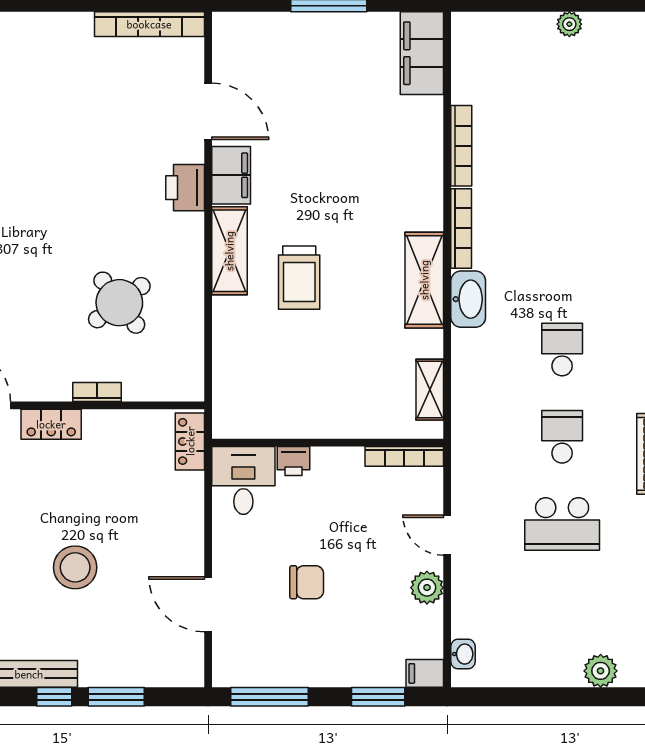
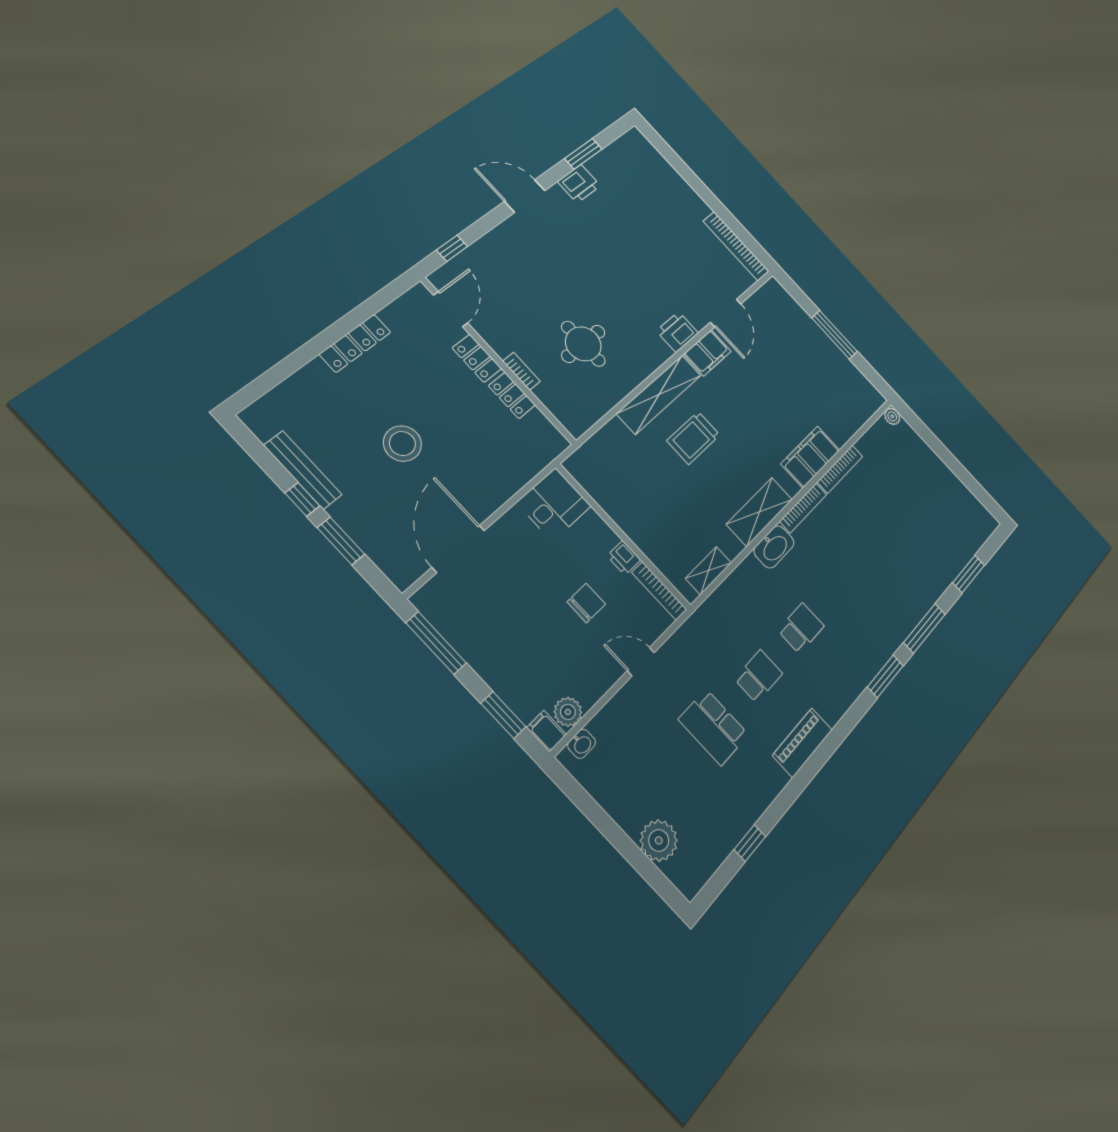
plant: (569, 24) -> (892, 416), moved
filing cabinet: (422, 53) -> (810, 457), moved
shelving: (229, 251) -> (659, 394), width x1.47
round table: (119, 303) -> (583, 344), turned 37
locker: (190, 441) -> (512, 395), moved, turned -90
printer: (293, 461) -> (624, 558), moved
door: (447, 535) -> (641, 662), hinge flipped
chair: (307, 582) -> (586, 603), moved, turned -90
plant: (427, 588) -> (568, 712), moved
door: (208, 604) -> (458, 549), width x1.36
plant: (601, 671) -> (659, 840), width x1.36, depth x1.36

